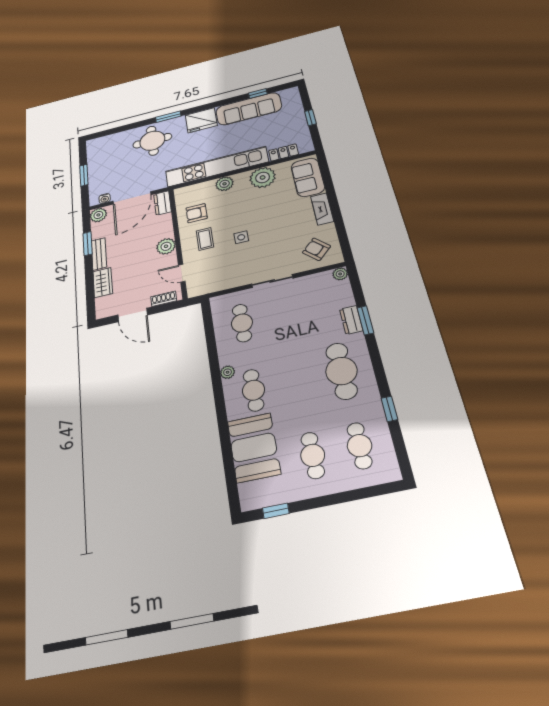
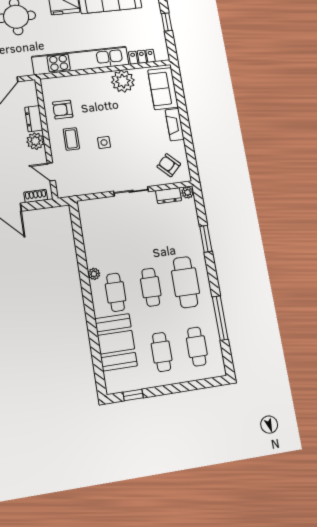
plant: (224, 184) -> (88, 82), removed
dresser: (163, 203) -> (34, 119), moved
dresser: (351, 320) -> (169, 196), moved, turned -90
cafe table: (242, 323) -> (151, 287), moved
window: (389, 409) -> (220, 318), width x2.17

